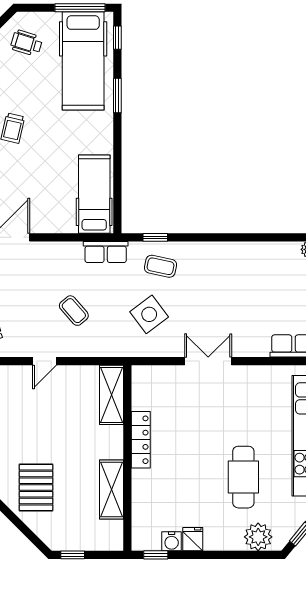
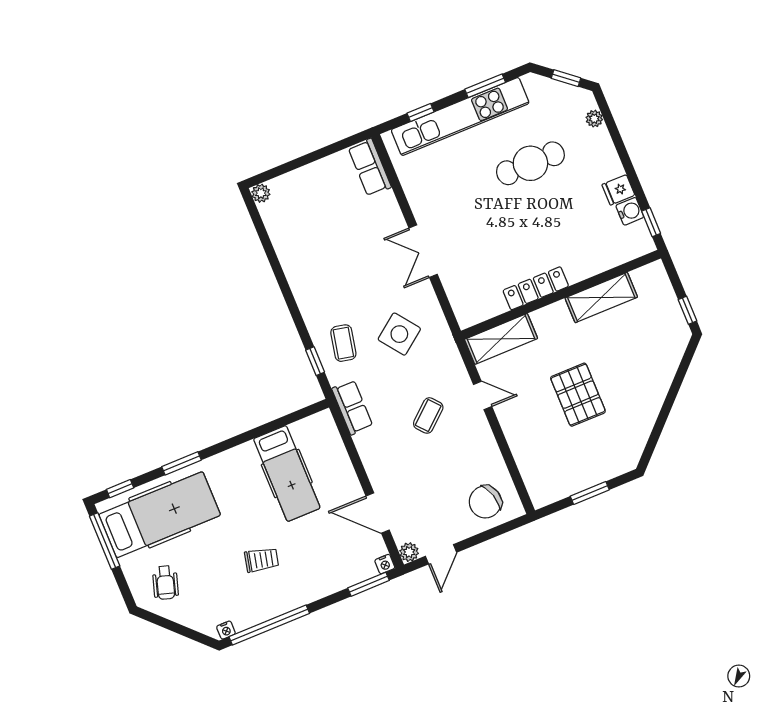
hospital bed: (94, 194) -> (287, 473), moved, turned -90
door: (44, 361) -> (483, 395), moved
pallet: (36, 487) -> (578, 395), moved, turned 90
plant: (258, 537) -> (594, 119), width x0.53, depth x0.53

